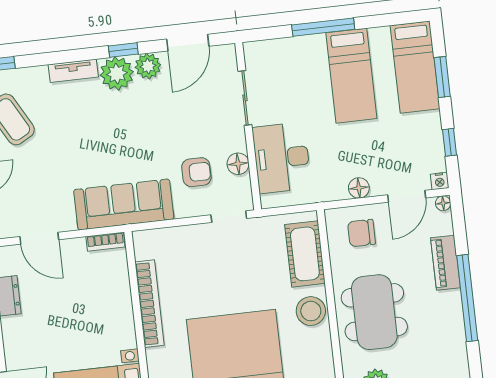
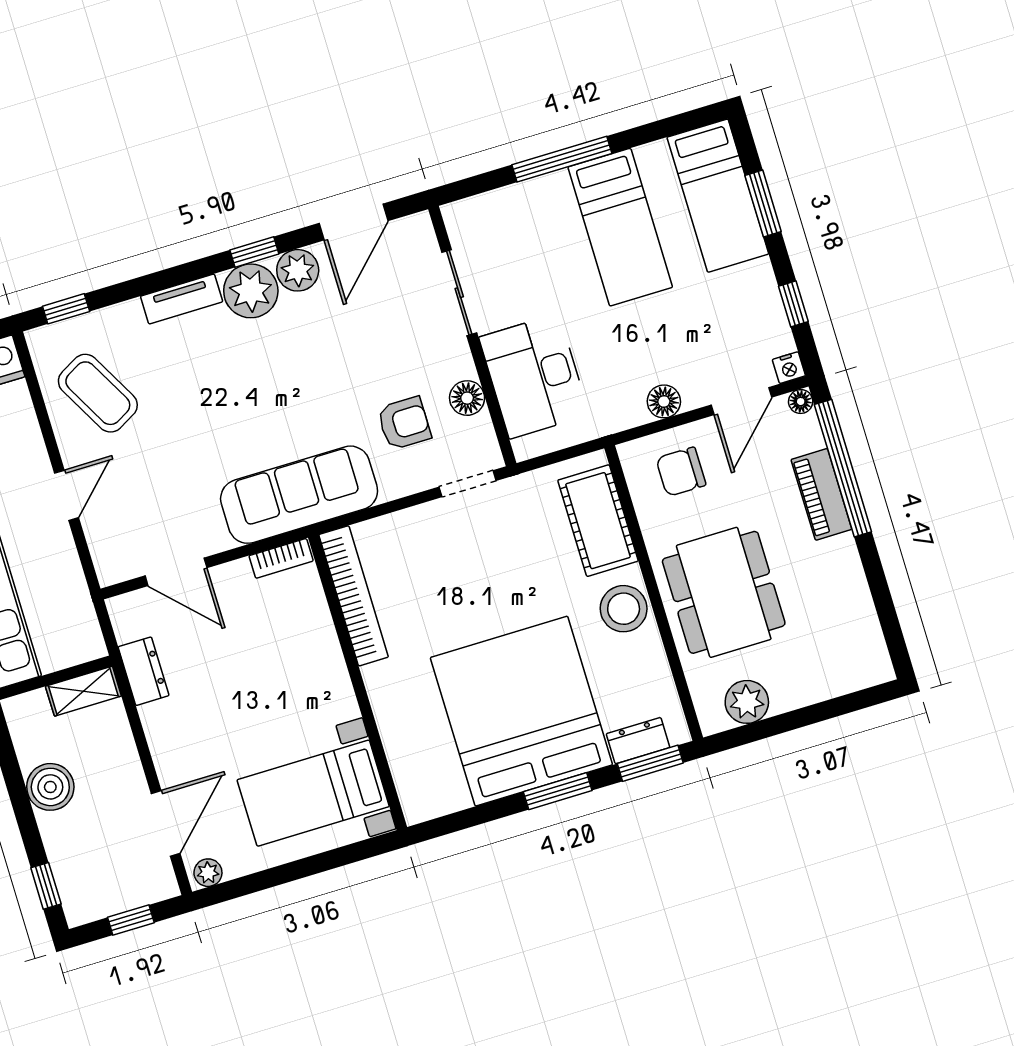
window: (467, 298) -> (843, 468), moved
bookcase: (149, 304) -> (354, 596), moved

